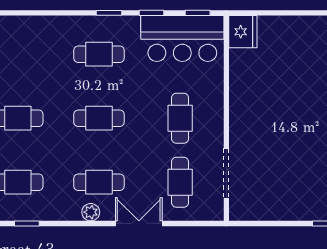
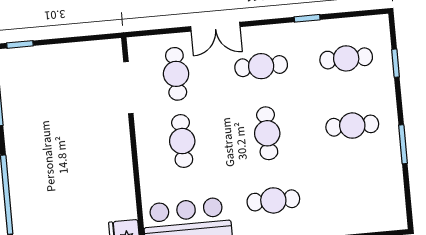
cafe table: (99, 118) -> (267, 133), turned 90
plant: (91, 212) -> (267, 34), removed
window: (27, 223) -> (307, 18), moved

